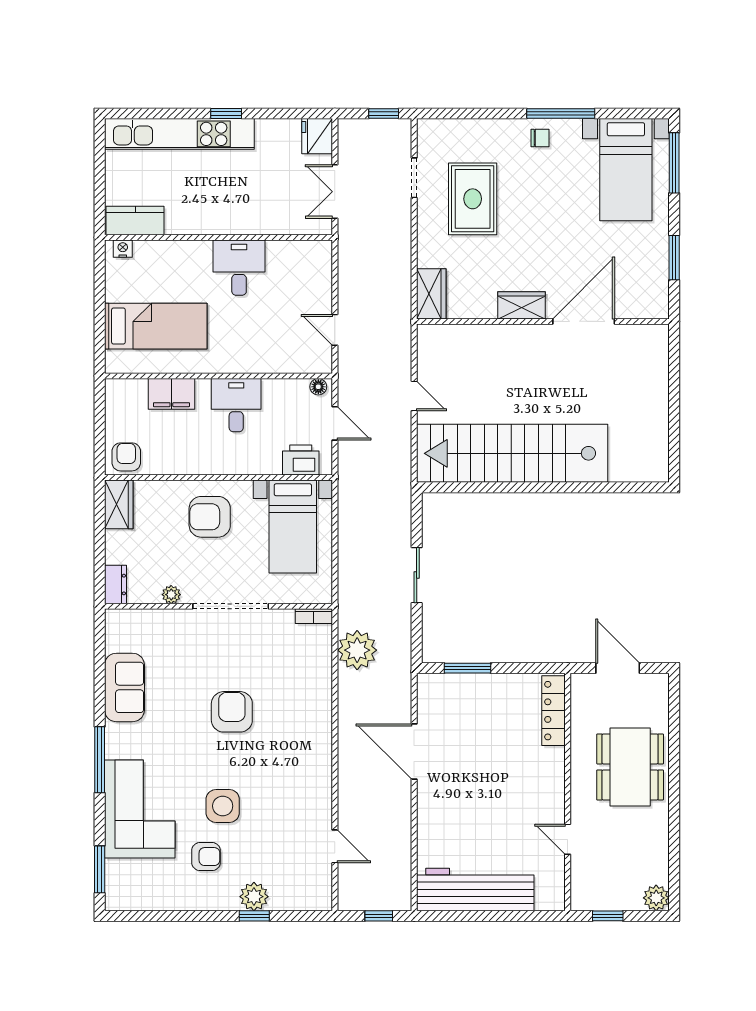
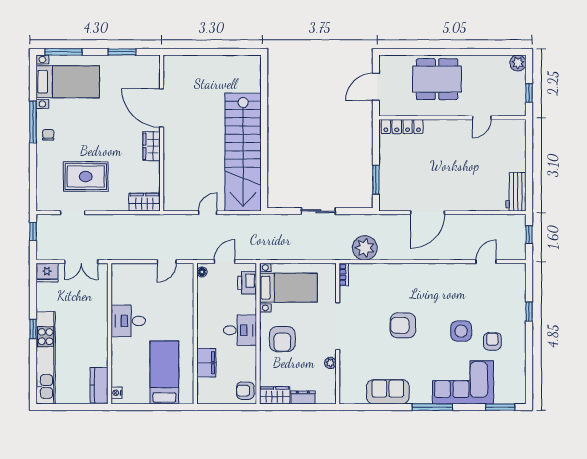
desk: (236, 405) -> (240, 330), moved, turned 180
dresser: (115, 585) -> (303, 397), moved
workbench: (475, 890) -> (516, 192), width x0.53, depth x0.76
plant: (254, 897) -> (517, 312), removed

